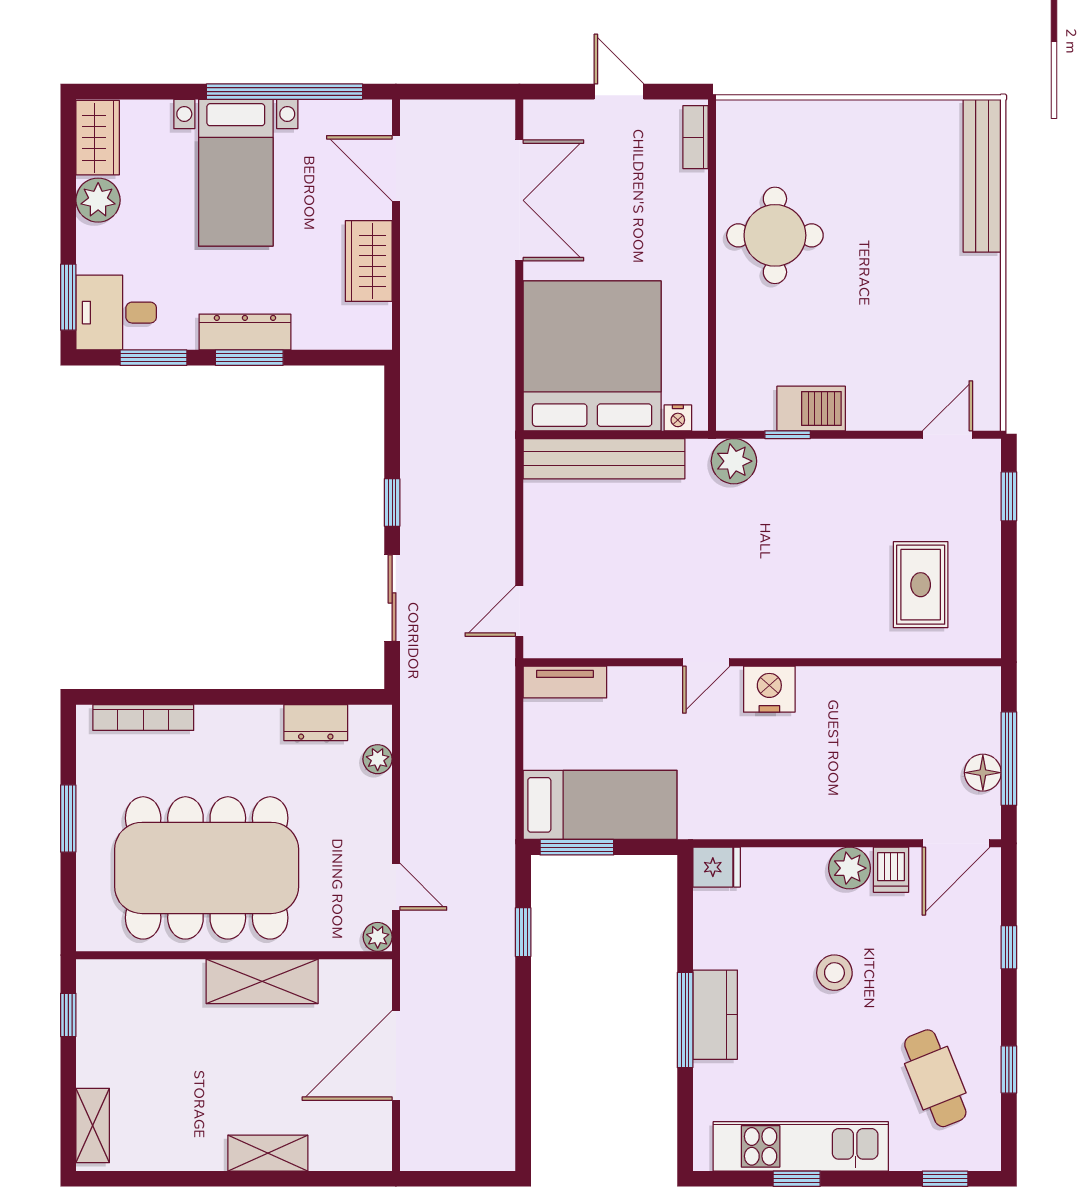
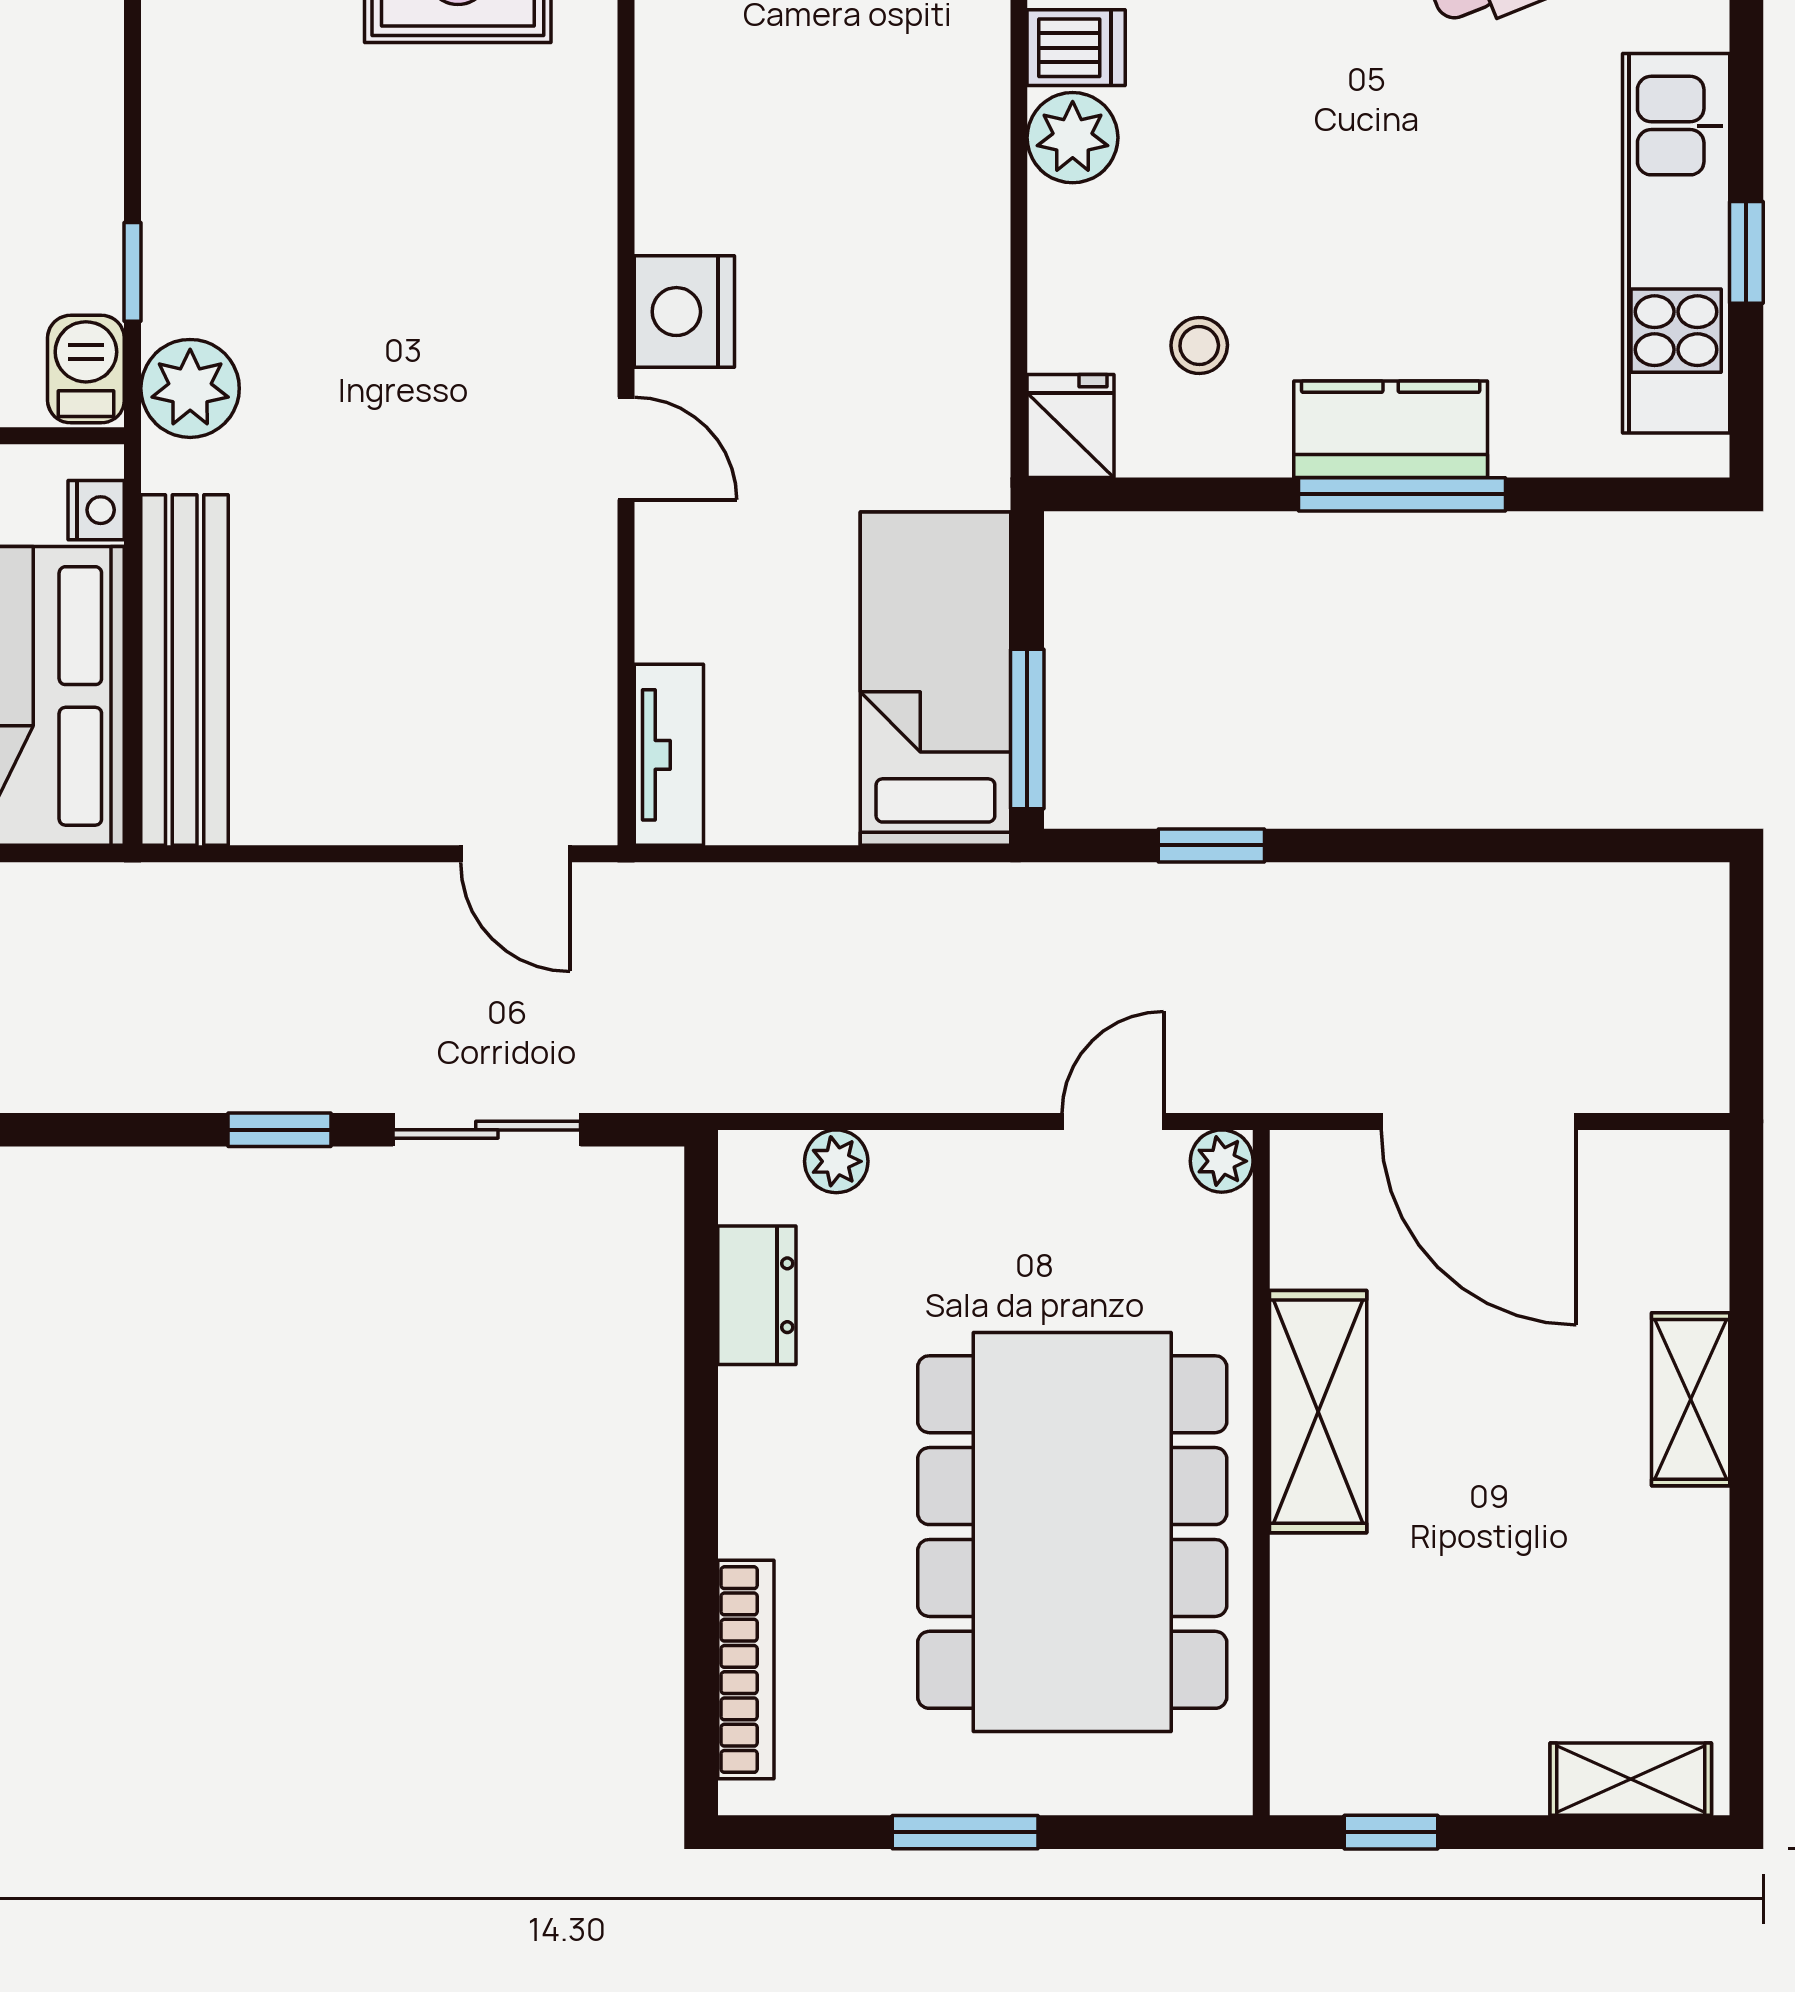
barbecue: (811, 409) -> (86, 369), moved, width x0.73, depth x0.79
stool: (834, 973) -> (1199, 346), moved, width x0.73, depth x0.73

